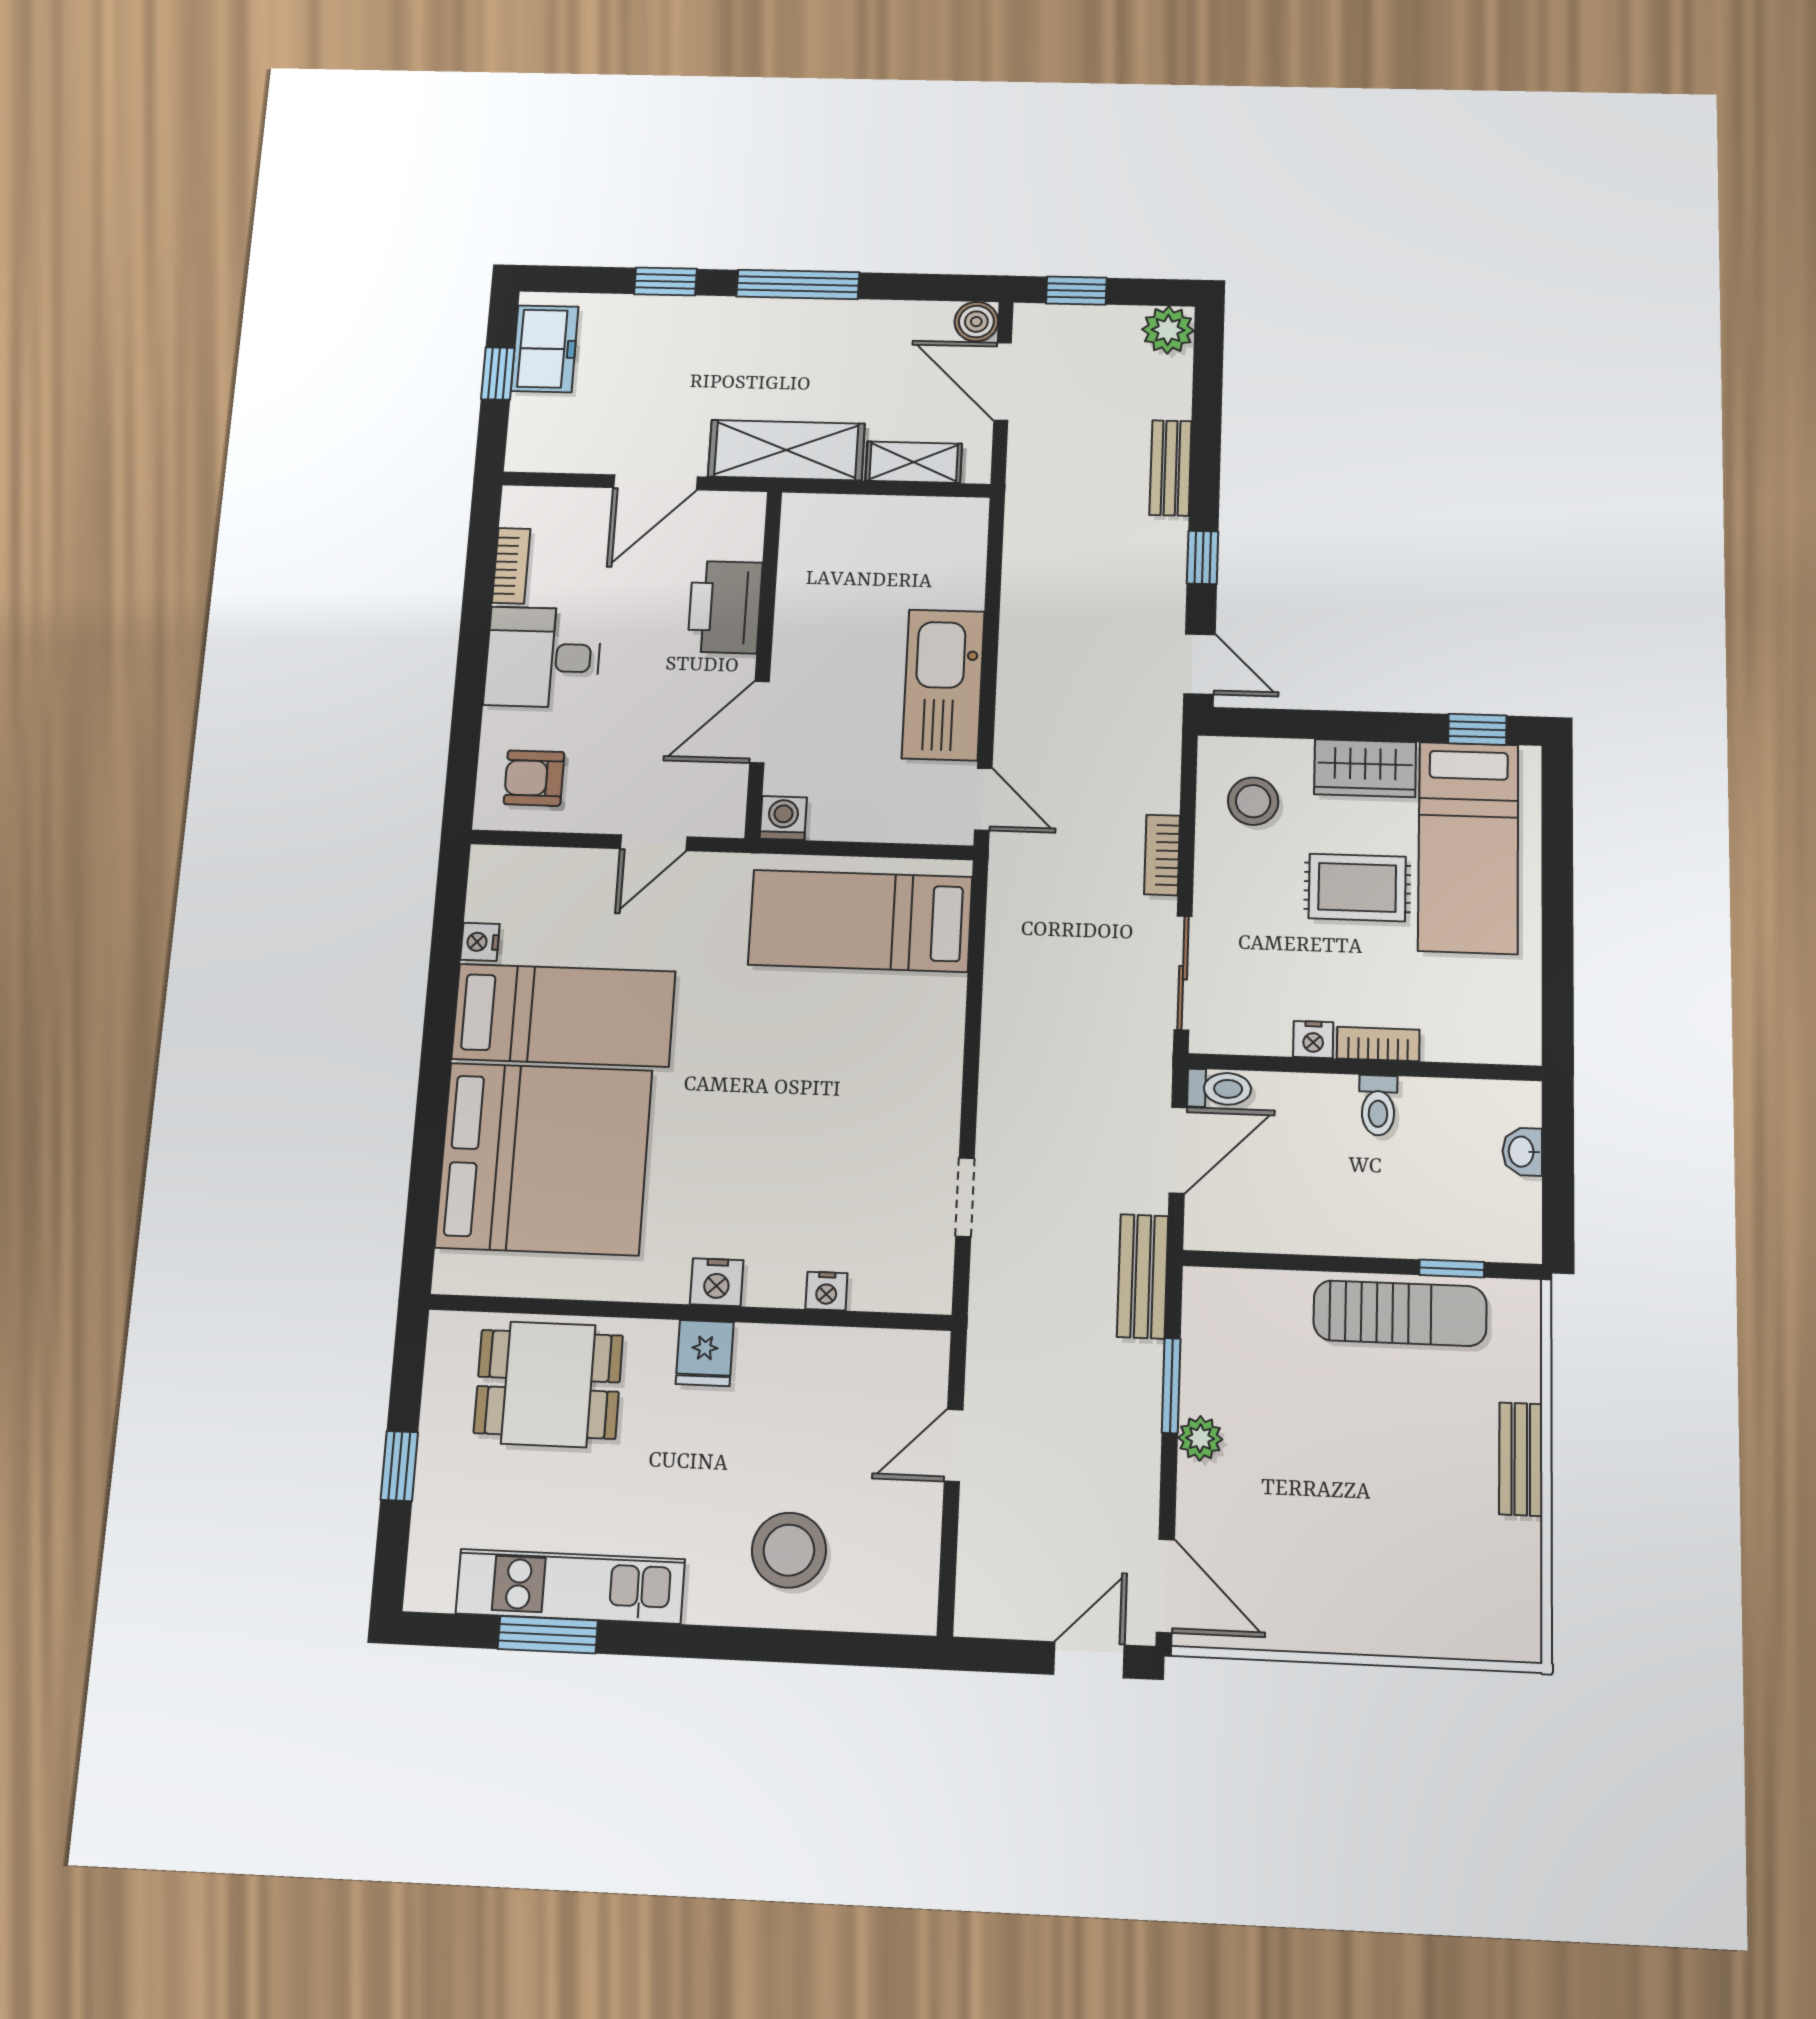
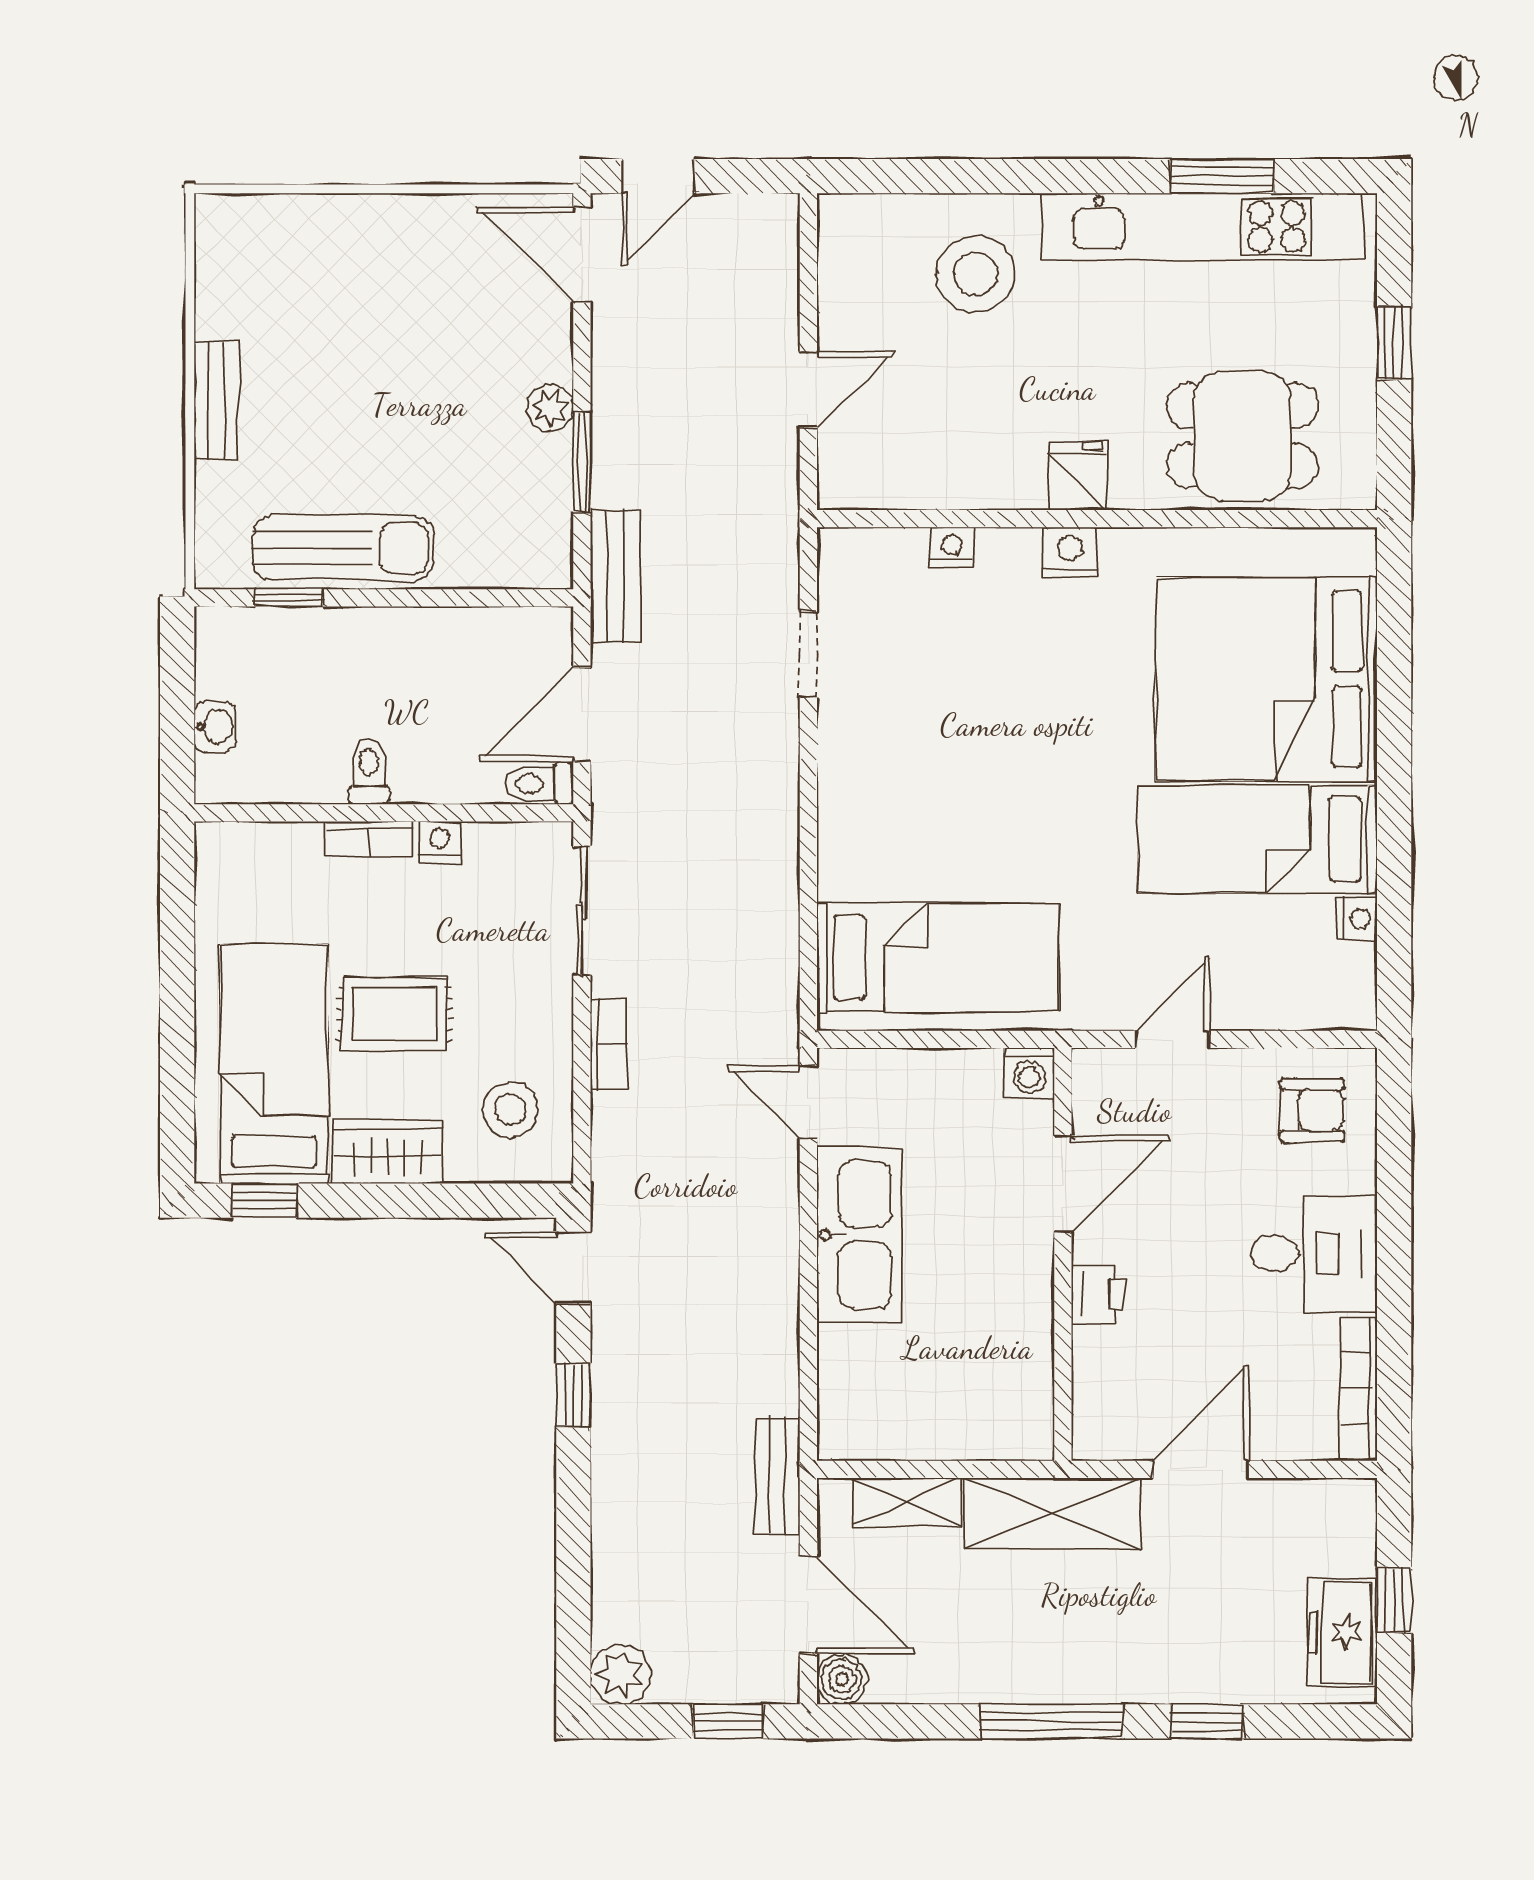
bench: (1171, 468) -> (778, 1476), moved
bookcase: (511, 566) -> (1359, 1388), width x1.56
printer: (725, 607) -> (1098, 1294), width x0.53, depth x0.68
sun lounger: (1400, 1313) -> (343, 548), turned 180
kitchen unit: (570, 1586) -> (1202, 227), width x1.36

